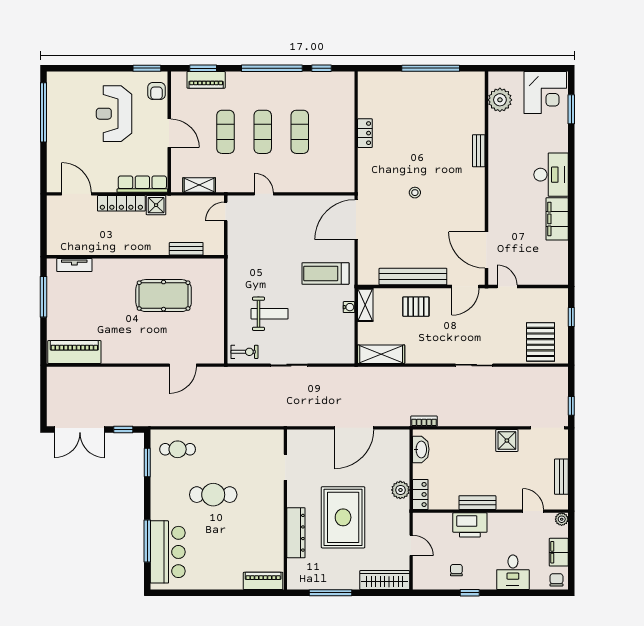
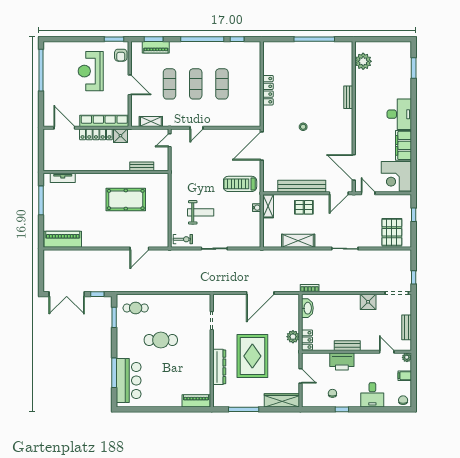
corner desk: (545, 93) -> (396, 176), moved, turned 90
locker: (365, 133) -> (268, 90), width x1.53
row of seats: (142, 184) -> (104, 121), width x1.36
door: (264, 194) -> (197, 128), swing flipped
shelving: (381, 354) -> (298, 241), moved
filing cabinet: (559, 552) -> (405, 376), width x0.50

